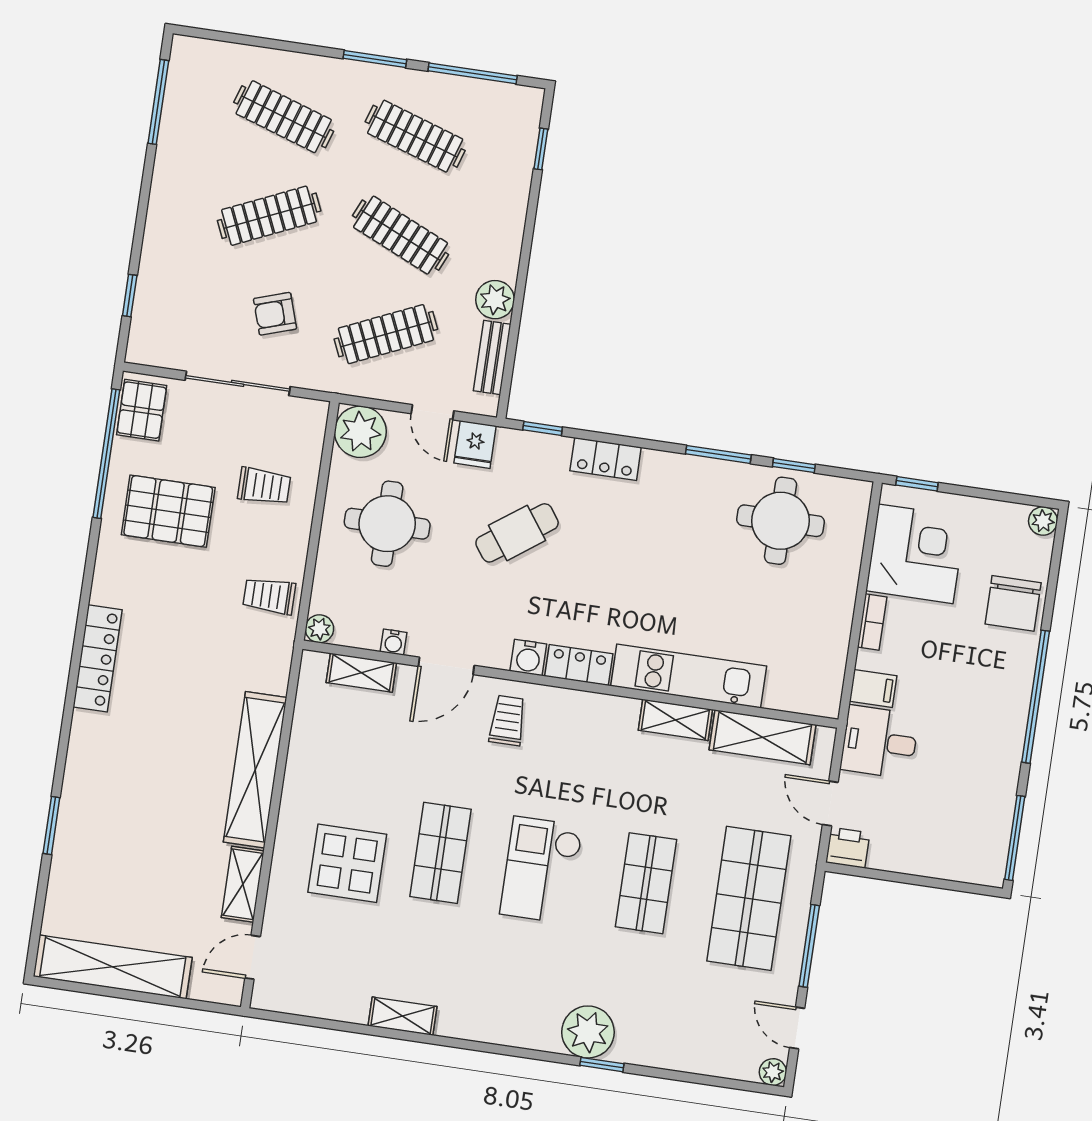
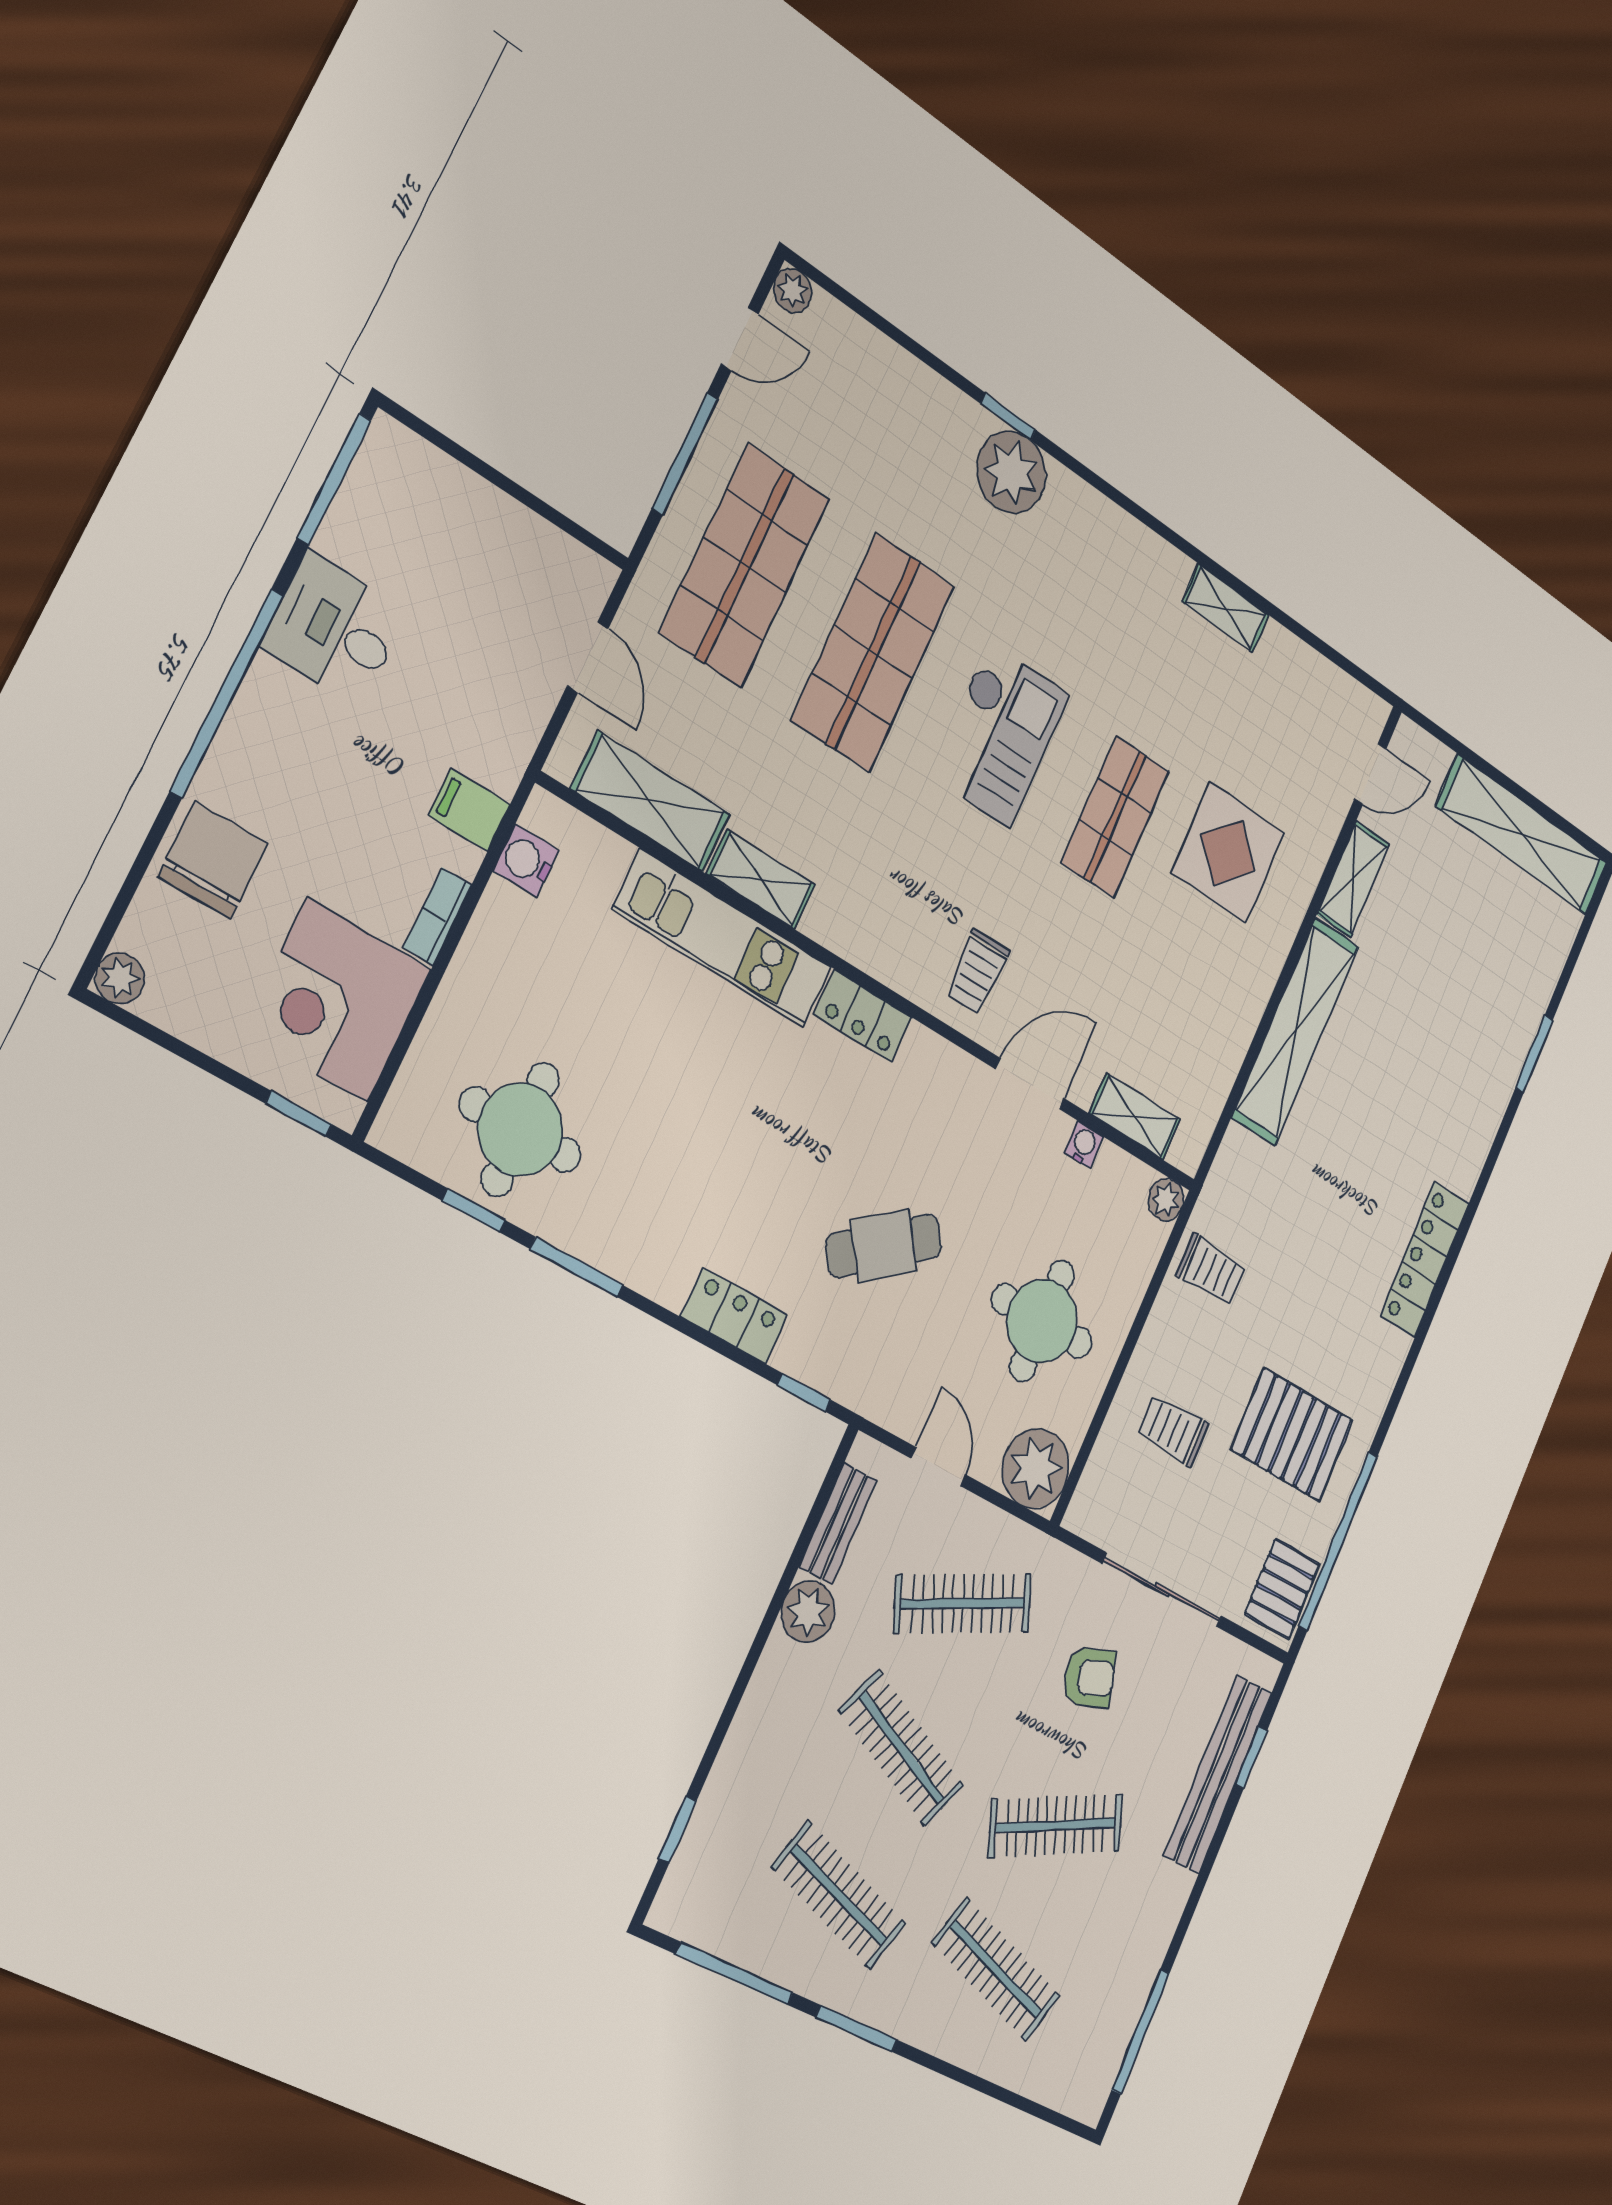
bench: (153, 278) -> (1218, 1774), added
fridge: (475, 444) -> (898, 1399), removed
water cooler: (528, 658) -> (526, 861), moved, turned -90
desk: (879, 742) -> (334, 629), moved, turned 180
printer: (848, 848) -> (584, 578), removed
shop shelf: (646, 883) -> (873, 652), width x1.43, depth x1.36
door: (797, 1028) -> (740, 339), hinge flipped

